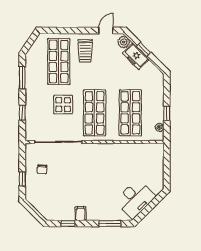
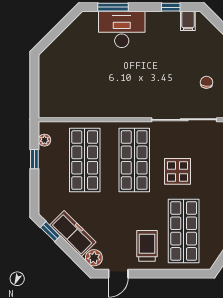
window: (144, 49) -> (50, 232), moved
freezer: (136, 56) -> (73, 234), width x1.40
desk: (135, 199) -> (122, 29), moved, turned 45
filing cabinet: (81, 214) -> (188, 21), moved

